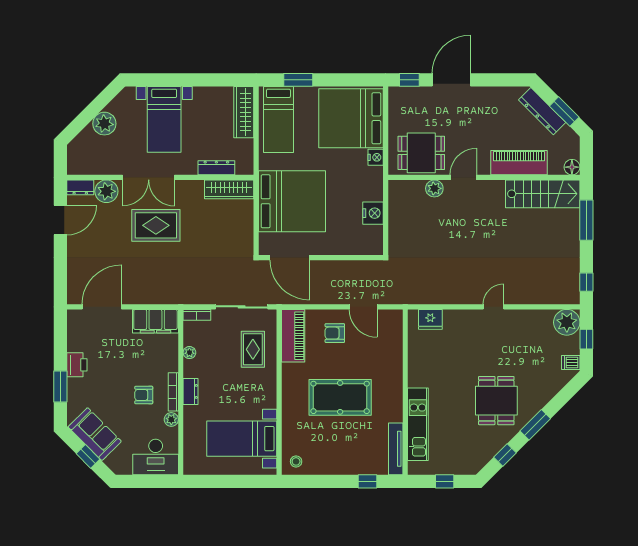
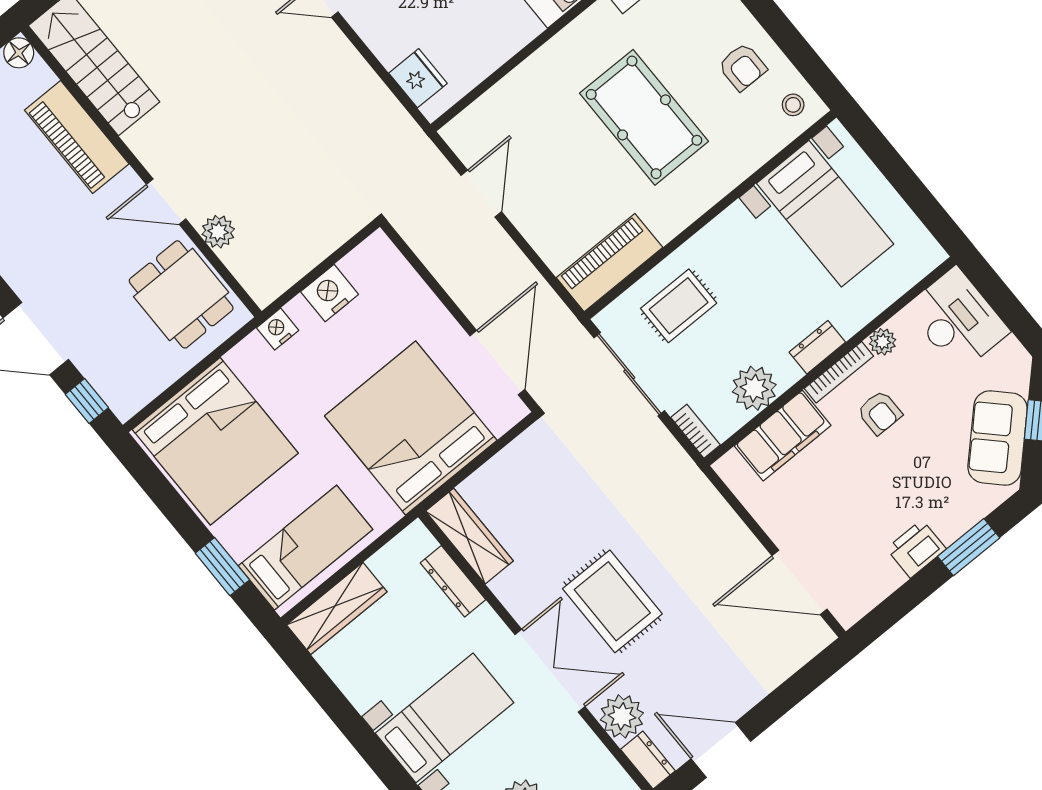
nightstand: (376, 157) -> (278, 329), moved
filing cabinet: (155, 321) -> (783, 436), moved, turned 90
armchair: (335, 333) -> (742, 67), moved
plant: (189, 353) -> (754, 388), width x1.87, depth x1.87

